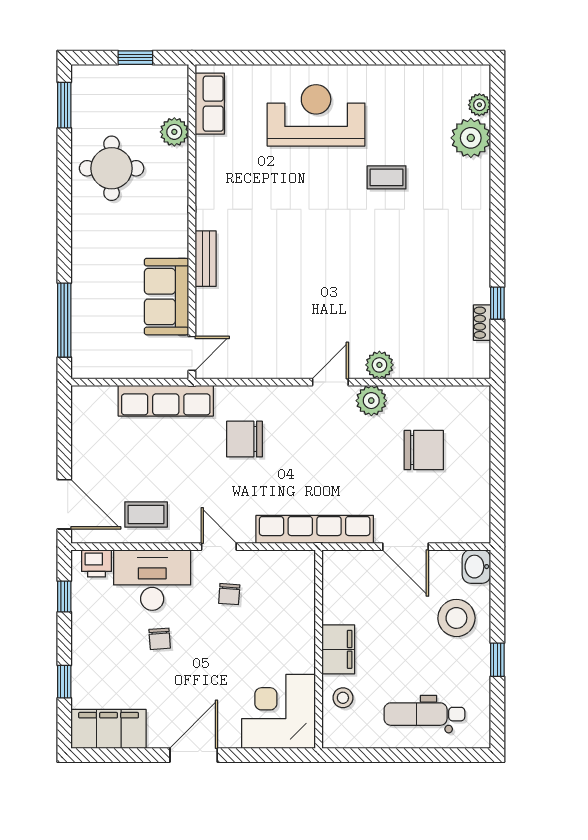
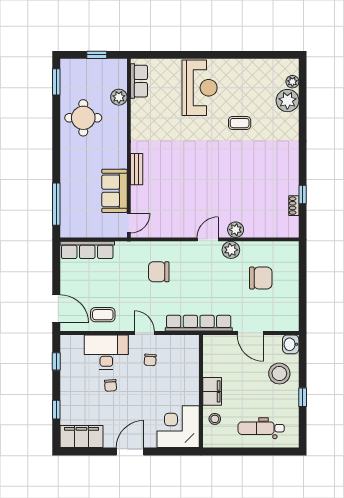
reception desk: (316, 115) -> (199, 88), turned 90
row of seats: (166, 401) -> (87, 250), moved
printer: (97, 563) -> (75, 342), removed

